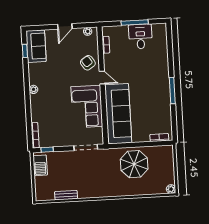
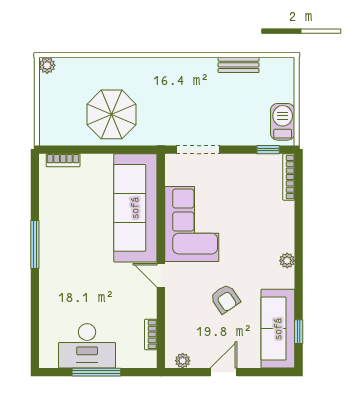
desk: (140, 37) -> (87, 346), width x1.37
sofa: (36, 46) -> (278, 329), width x1.36
armchair: (88, 63) -> (225, 299), moved

